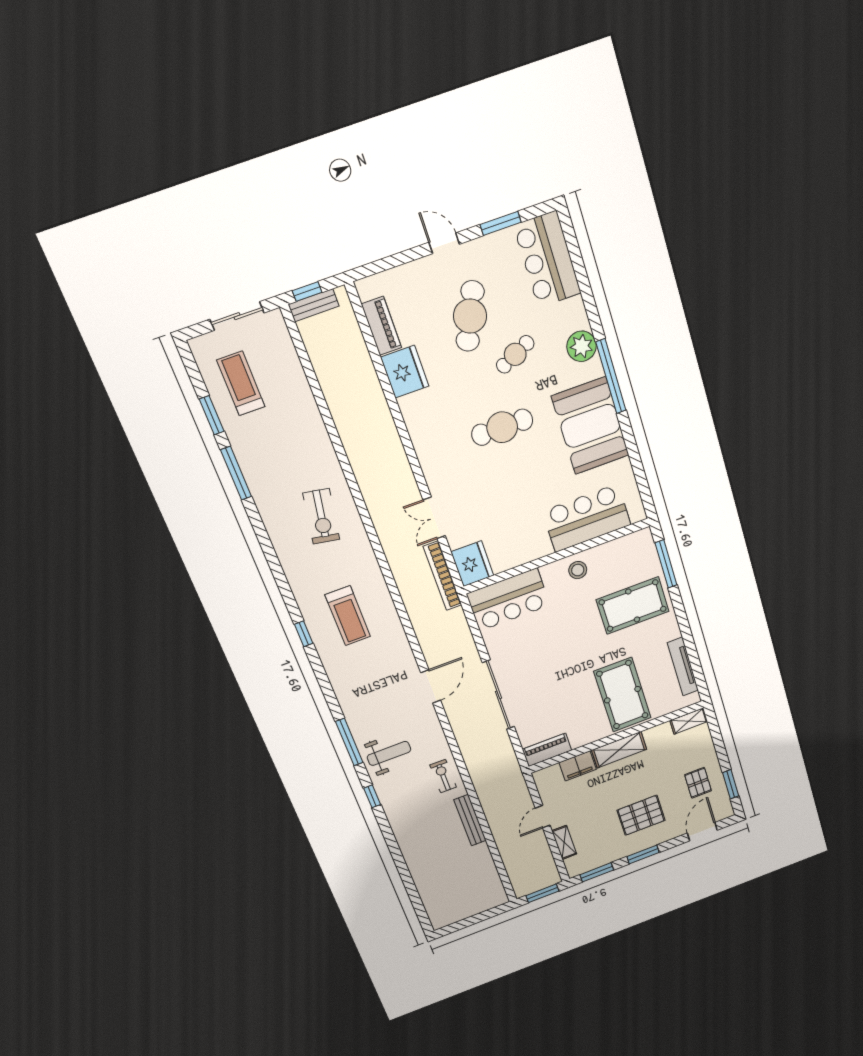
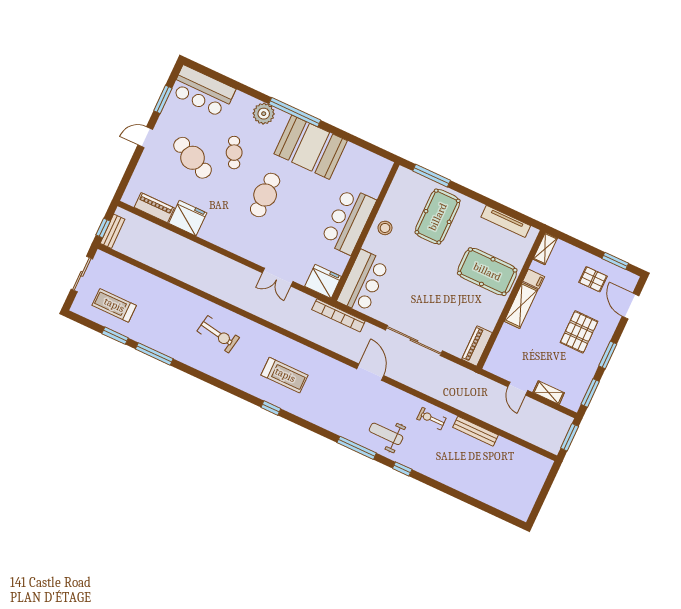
bar counter: (587, 518) -> (348, 221), moved
bookcase: (442, 576) -> (338, 315), moved
weight bench: (389, 753) -> (386, 434), turned -90
filing cabinet: (578, 766) -> (534, 279), moved, width x0.50

